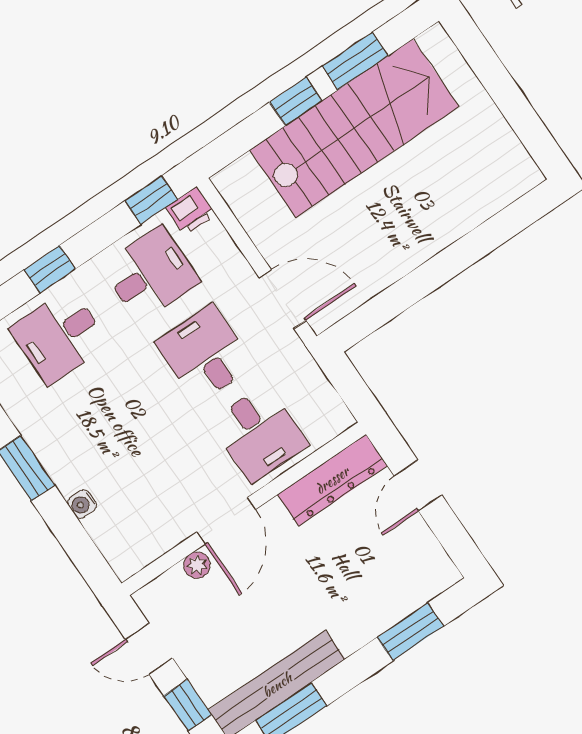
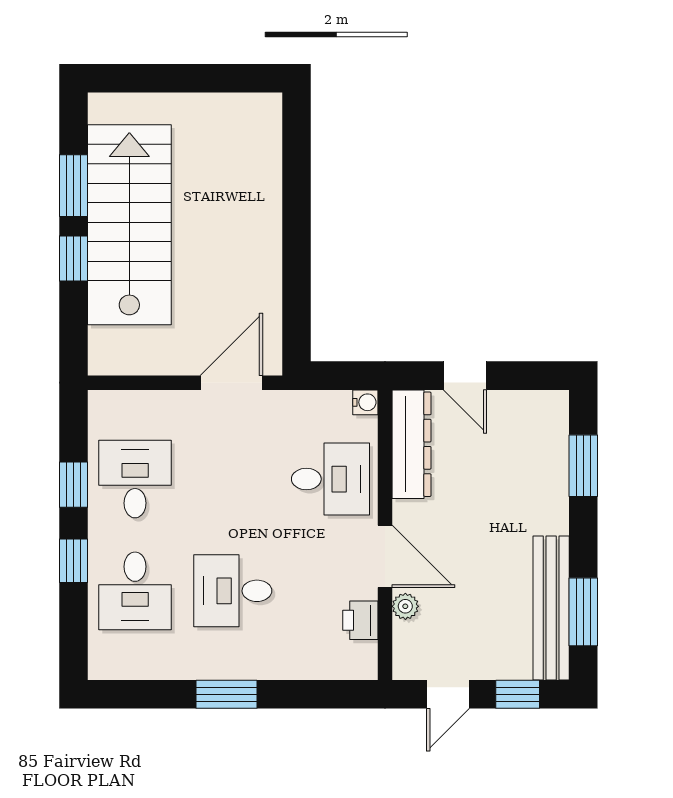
window: (151, 200) -> (73, 485), moved
printer: (191, 211) -> (360, 620), moved, turned 180
desk: (205, 354) -> (233, 591), moved
water cooler: (82, 504) -> (365, 402), moved, turned -90

